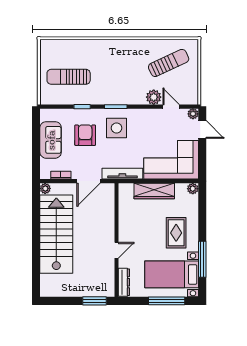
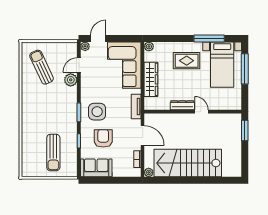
armchair: (85, 135) -> (103, 138), turned 90
sofa: (51, 140) -> (96, 168), moved
tv unit: (122, 174) -> (136, 107), width x0.71
dresser: (124, 282) -> (182, 105), moved

